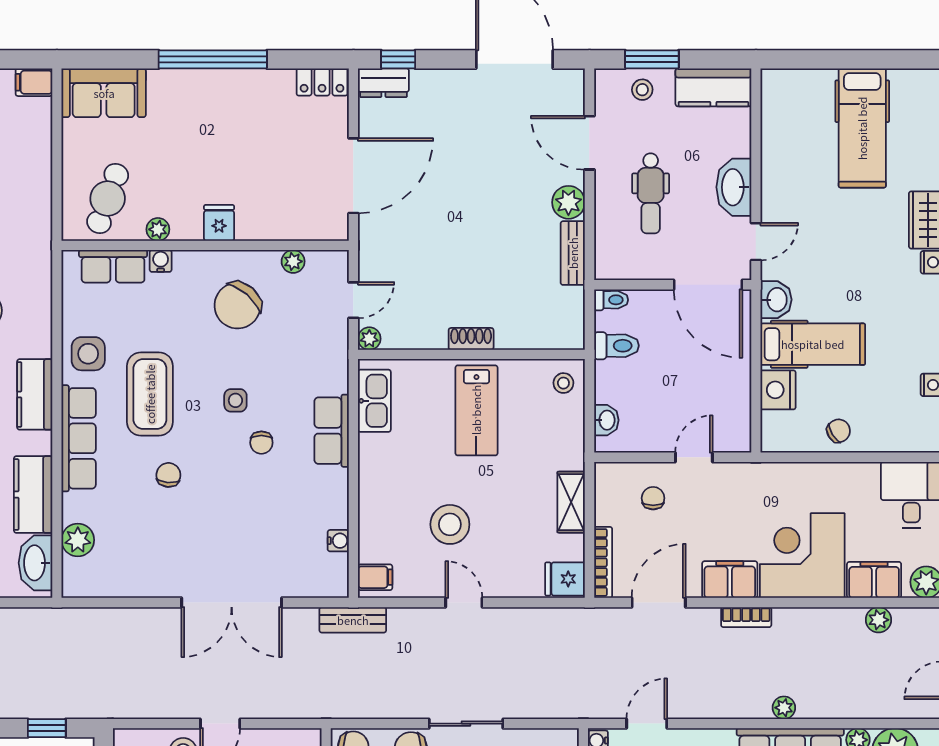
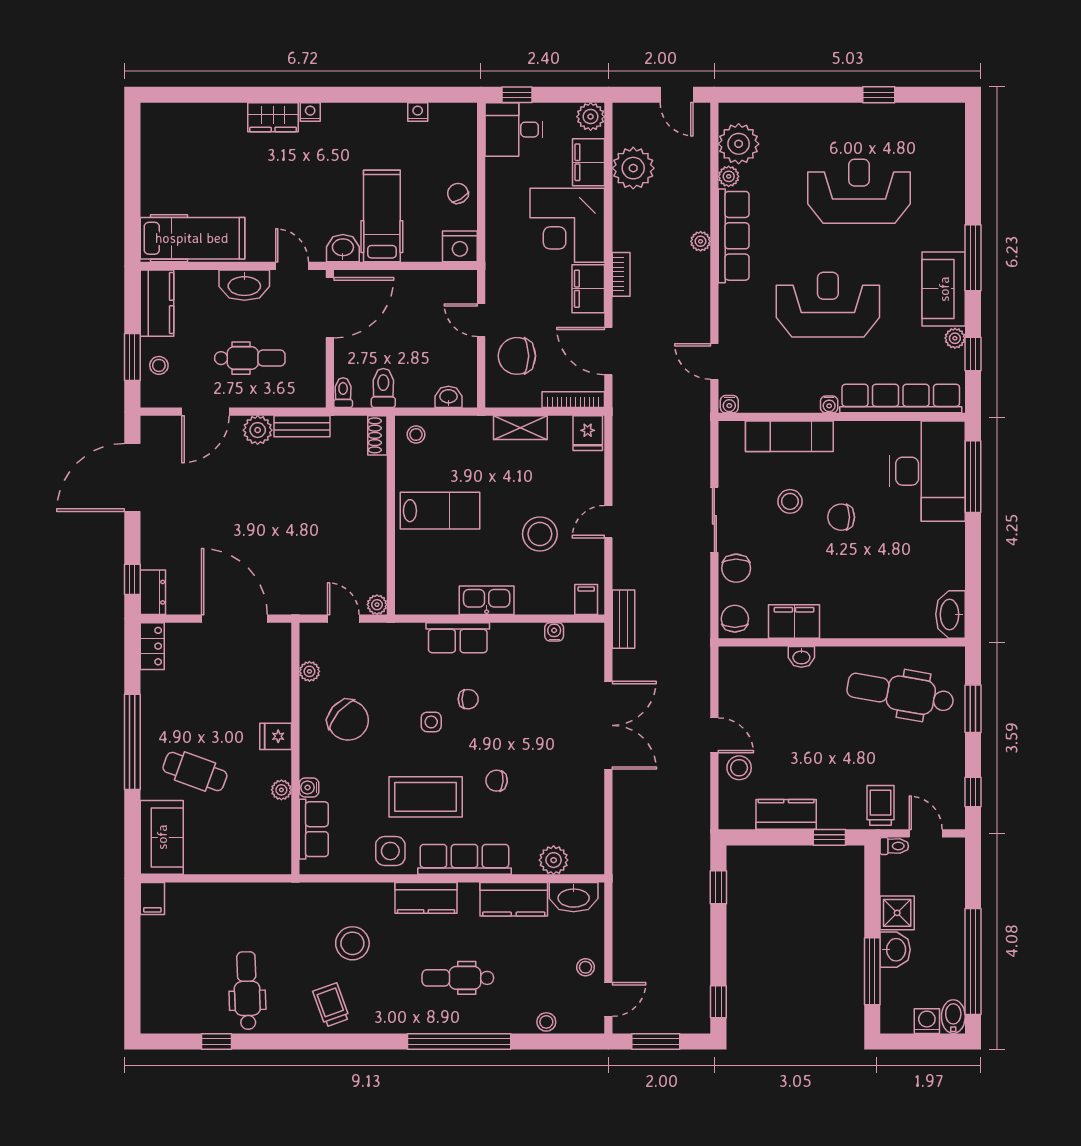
hospital bed: (862, 128) -> (192, 238), moved
cafe table: (108, 198) -> (195, 772), moved
shoe rack: (471, 339) -> (377, 435), moved
nightstand: (778, 390) -> (460, 246), moved
kitchen sink: (374, 401) -> (487, 600), moved
chair: (653, 498) -> (517, 356), width x1.87, depth x1.87
plant: (879, 620) -> (633, 168), width x1.87, depth x1.87

